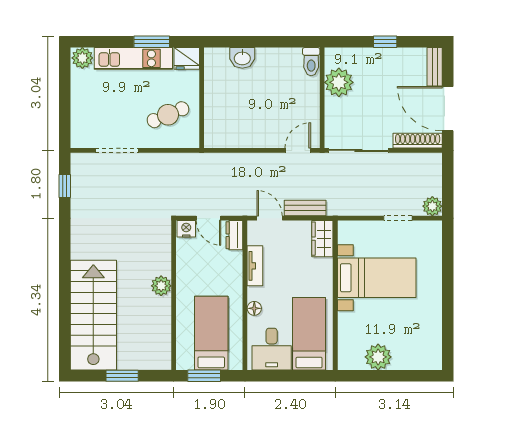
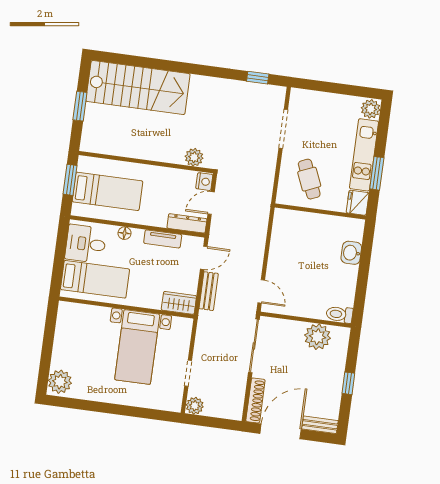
dresser: (234, 235) -> (187, 223), width x1.44
plant: (161, 286) -> (194, 157), moved
plant: (378, 357) -> (60, 382), moved

